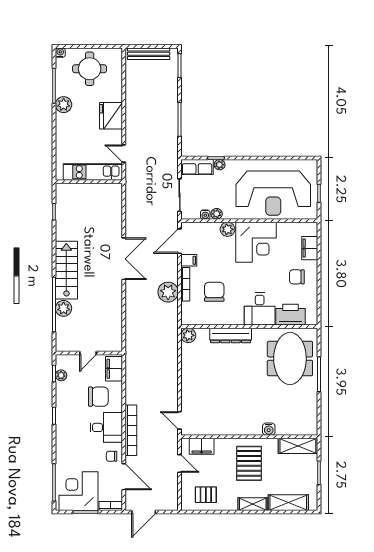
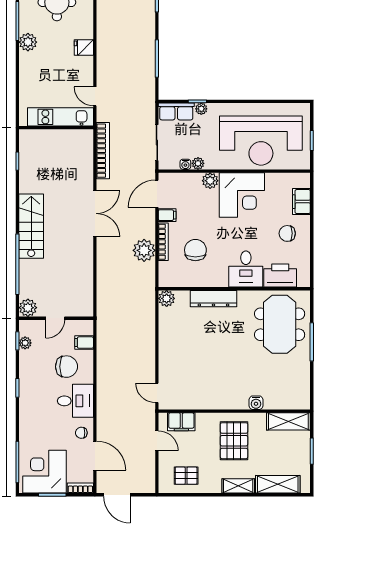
fridge: (111, 116) -> (84, 47), width x0.53, depth x0.75
plant: (64, 308) -> (28, 308), moved
filing cabinet: (114, 369) -> (84, 343), width x0.50
bookcase: (131, 430) -> (103, 151), moved
door: (144, 512) -> (117, 495), hinge flipped

